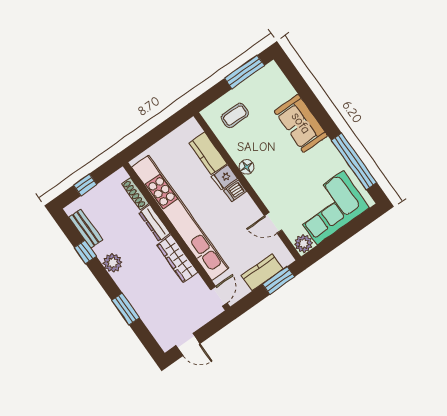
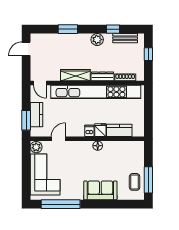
coffee table: (235, 115) -> (135, 182), moved

